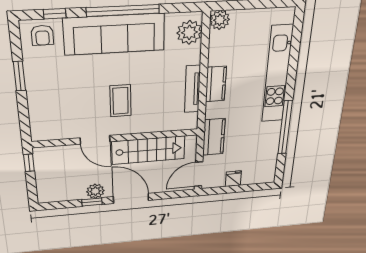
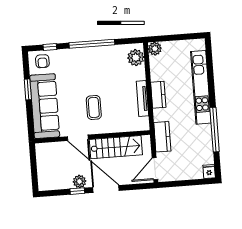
sofa: (114, 34) -> (45, 106), moved, turned -90
window: (29, 163) -> (33, 156), removed
fridge: (233, 179) -> (209, 171), moved

